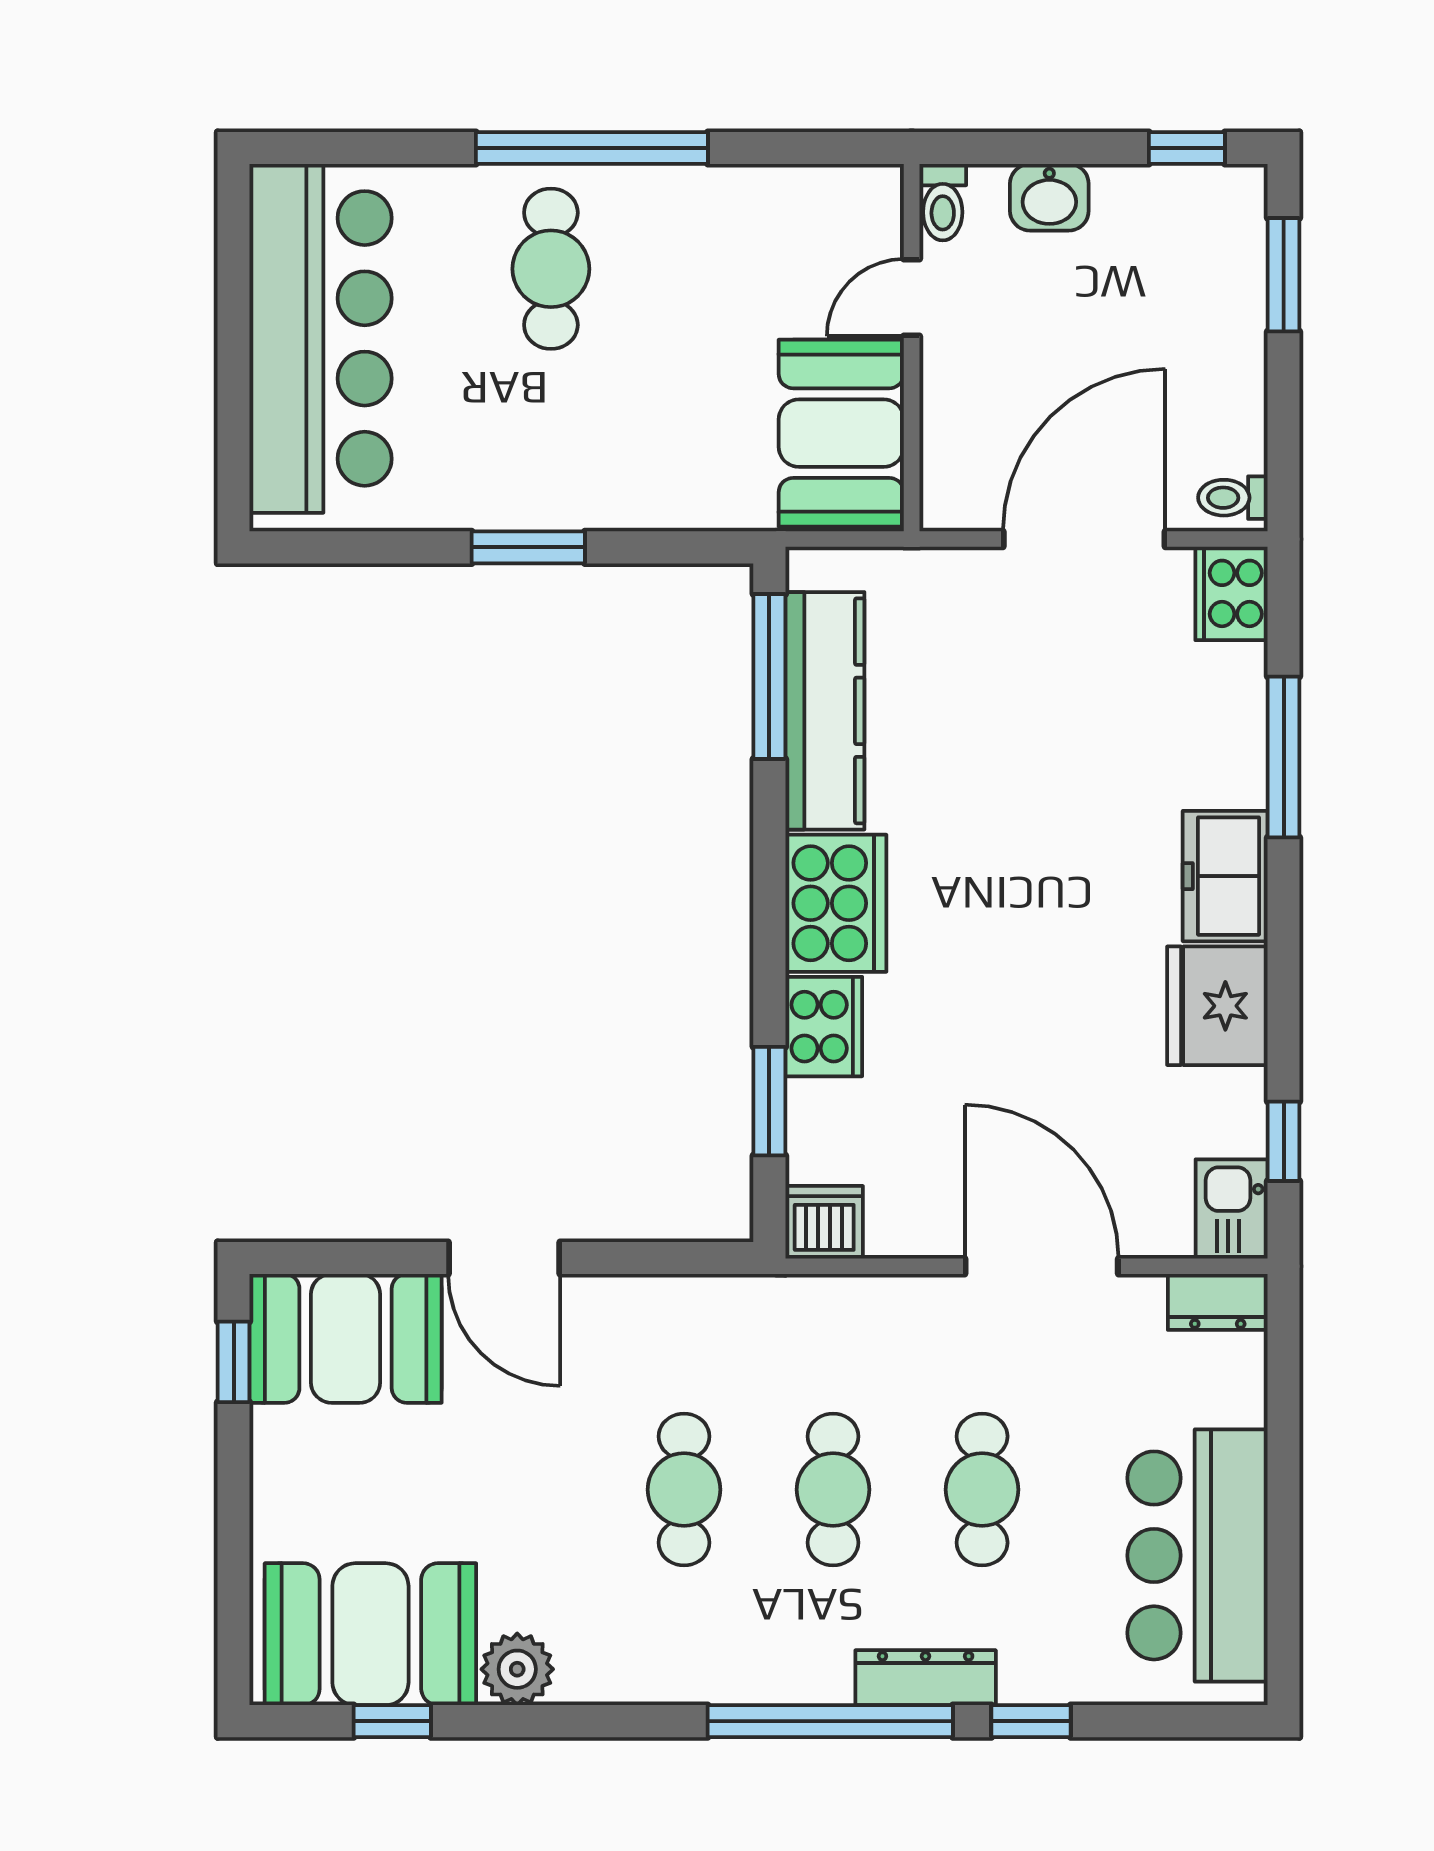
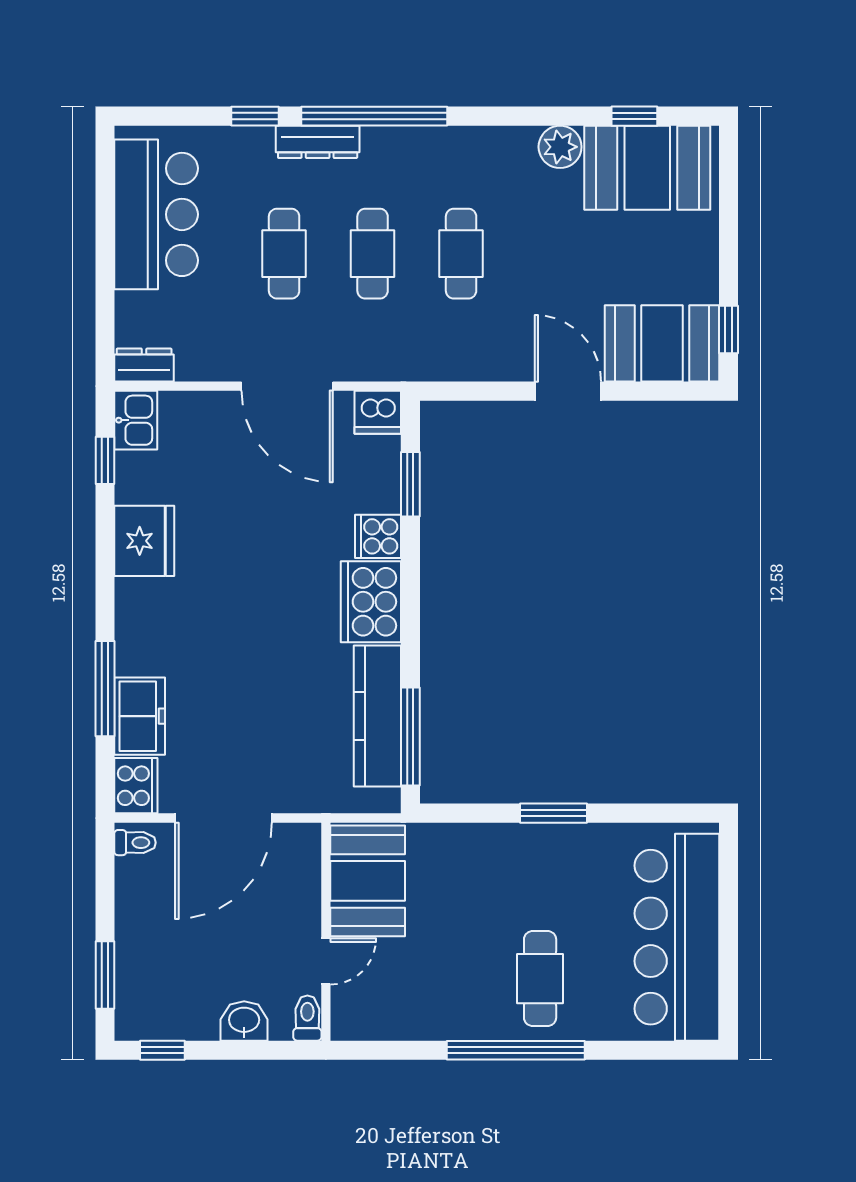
freezer: (1225, 876) -> (140, 716), moved
cooker: (824, 1027) -> (378, 536), width x0.73
door: (1042, 1266) -> (287, 386), moved

